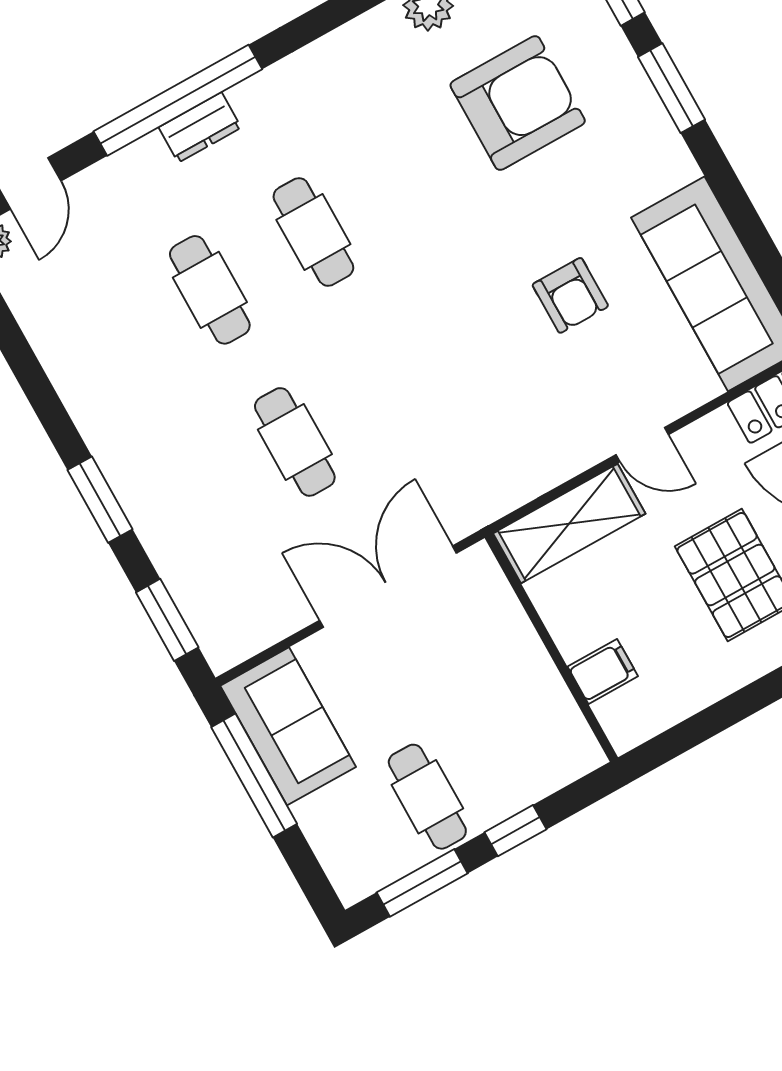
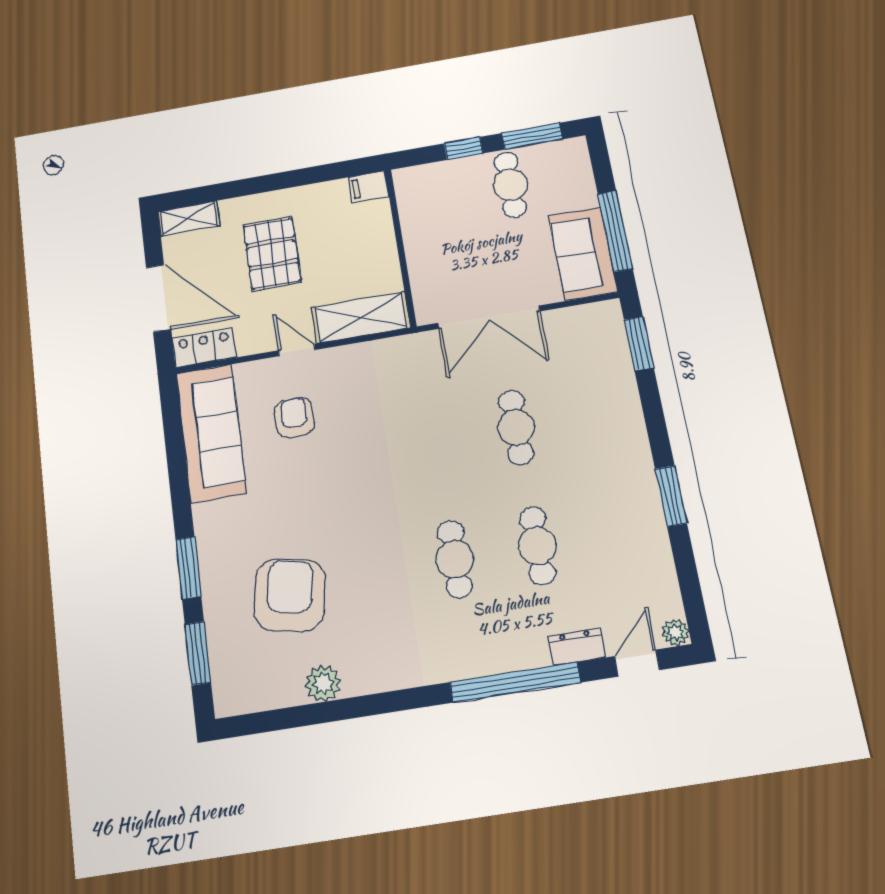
armchair: (518, 103) -> (290, 595), turned 100
dresser: (200, 127) -> (577, 647), moved
armchair: (570, 295) -> (294, 417), moved
window: (100, 500) -> (671, 496), moved
filing cabinet: (603, 671) -> (369, 187), moved

